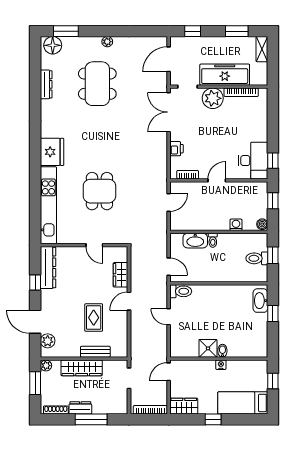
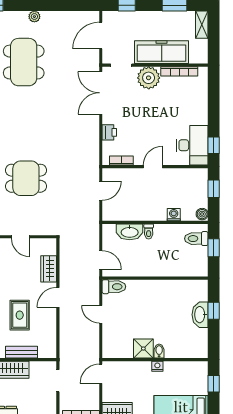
dining table: (99, 191) -> (26, 178), turned 90
toilet: (257, 258) -> (196, 239), moved
washbasin: (260, 301) -> (200, 315), moved

